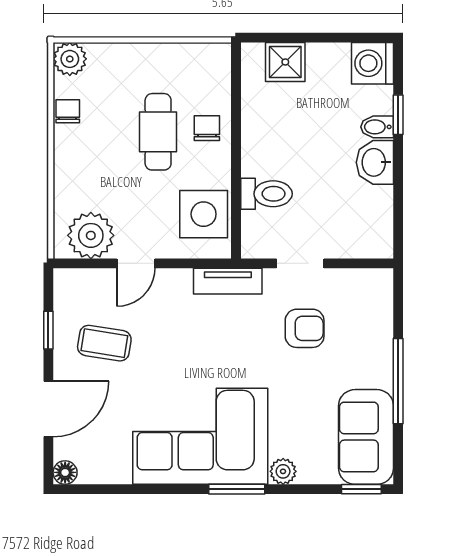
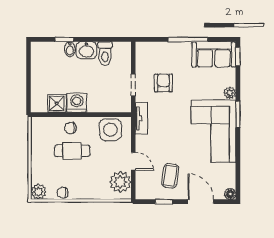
shower: (285, 62) -> (57, 103), moved
washing machine: (373, 63) -> (77, 103), moved, turned 180
toilet: (266, 194) -> (105, 54), moved, turned 180

